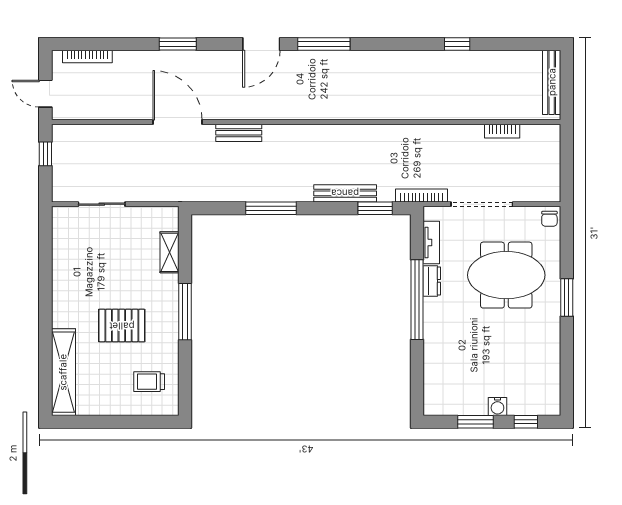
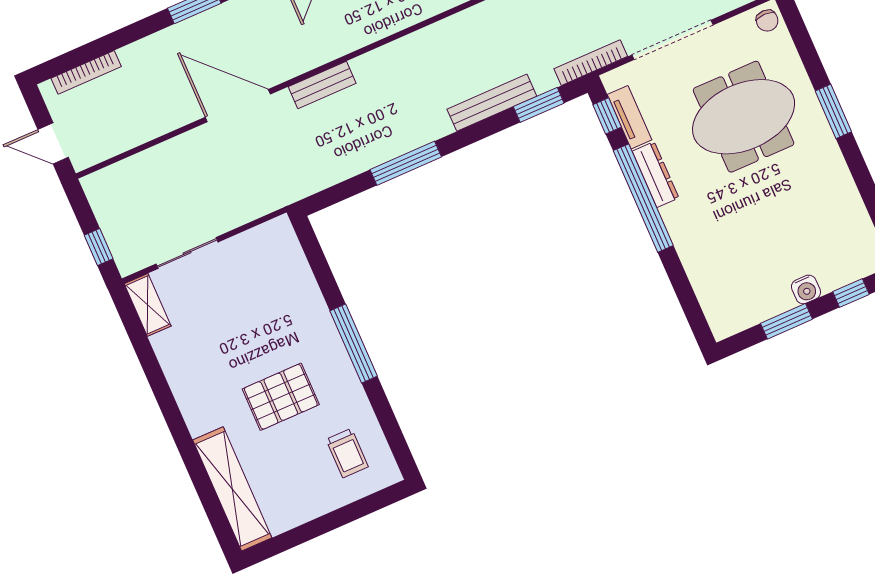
window: (45, 154) -> (99, 247), moved
window: (417, 235) -> (607, 116), added
shelving: (170, 252) -> (148, 305), moved
dresser: (432, 281) -> (655, 175), width x1.44
trolley: (149, 382) -> (347, 453), turned -90

